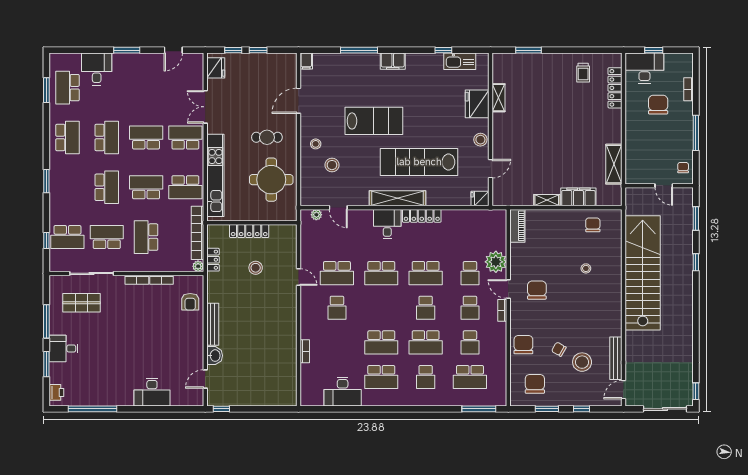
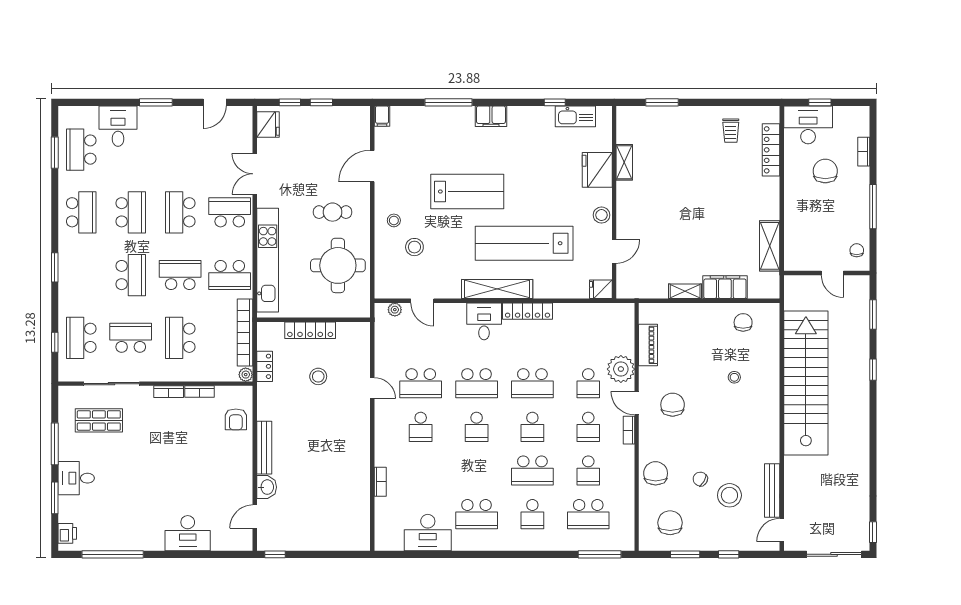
school desk: (146, 137) -> (180, 212), turned -90
piano: (517, 226) -> (648, 345), moved
school desk: (67, 237) -> (81, 338), turned 90
school desk: (381, 342) -> (477, 427), moved, width x0.54

